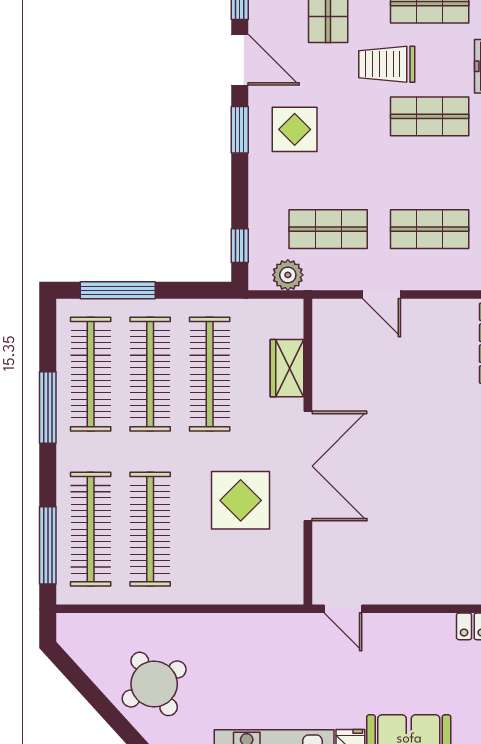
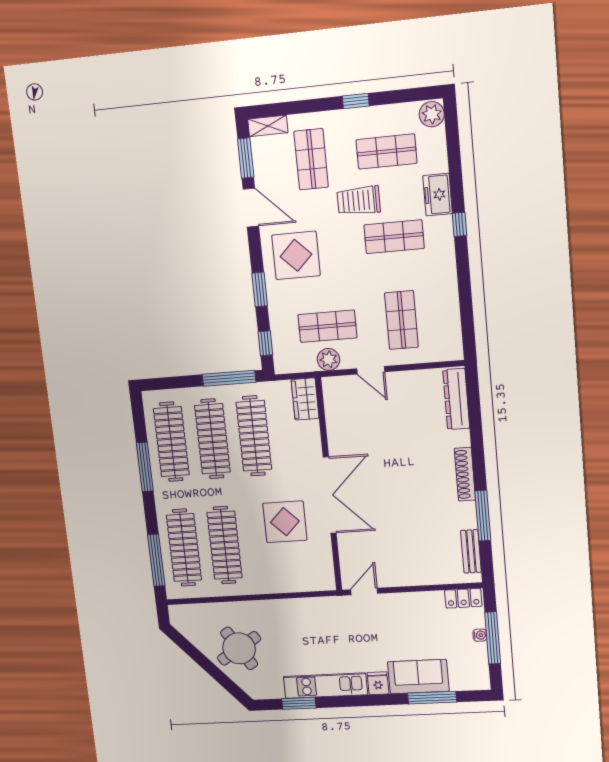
display table: (295, 129) -> (296, 255), width x1.36, depth x1.36
window: (240, 130) -> (260, 290), moved
shop shelf: (430, 229) -> (401, 320), turned 90
plant: (288, 275) -> (328, 359), moved
window: (118, 290) -> (229, 378), moved
wardrobe: (287, 368) -> (305, 399), moved
door: (343, 609) -> (364, 591), swing flipped

